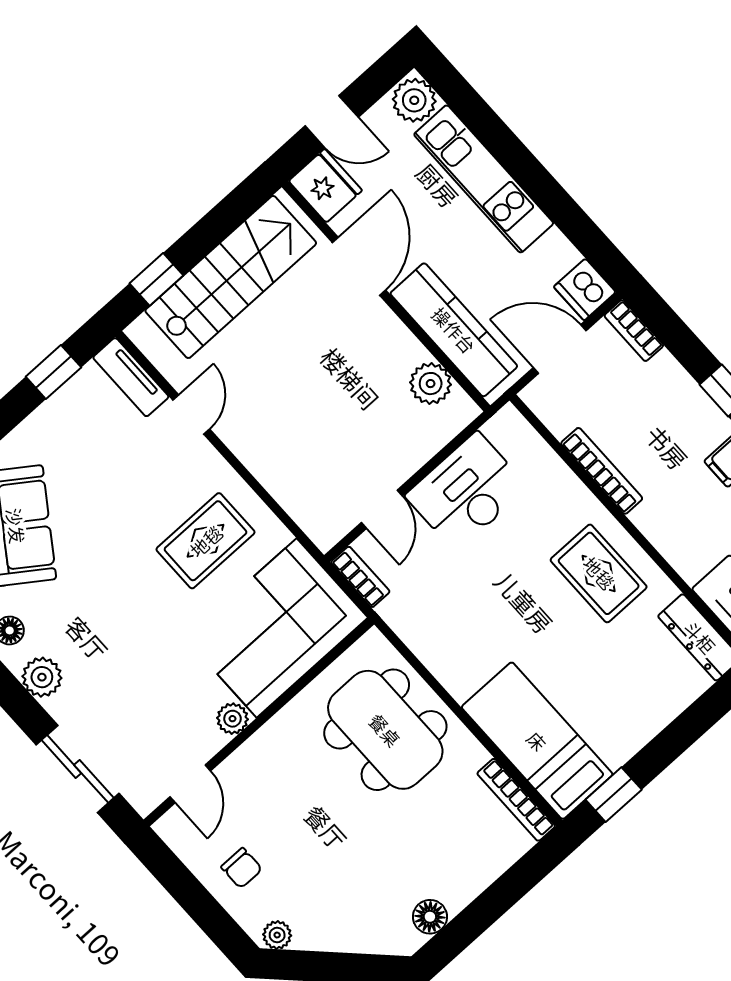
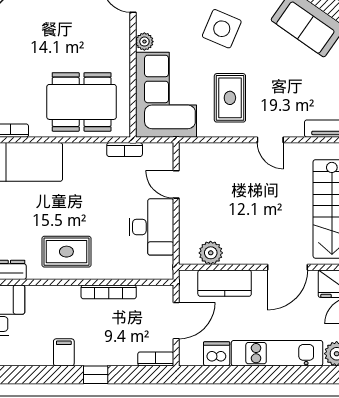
door: (359, 266) -> (287, 267), hinge flipped
dishwasher: (585, 289) -> (217, 354), moved
kitchen counter: (454, 330) -> (225, 283), width x0.67
door: (191, 414) -> (270, 140), moved
bookcase: (360, 577) -> (125, 150), moved
side table: (125, 633) -> (222, 29), added

